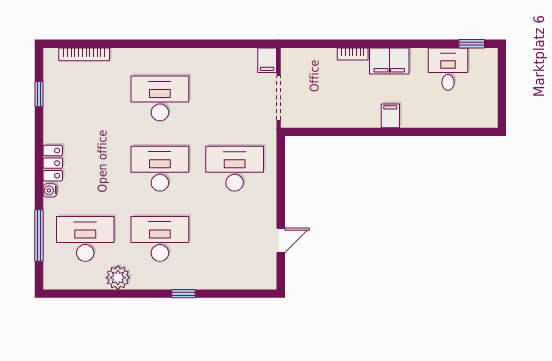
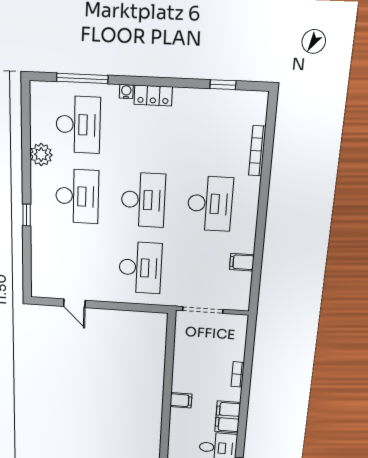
bookcase: (84, 54) -> (257, 151), moved
filing cabinet: (267, 60) -> (242, 262), moved
filing cabinet: (389, 61) -> (228, 417), moved

